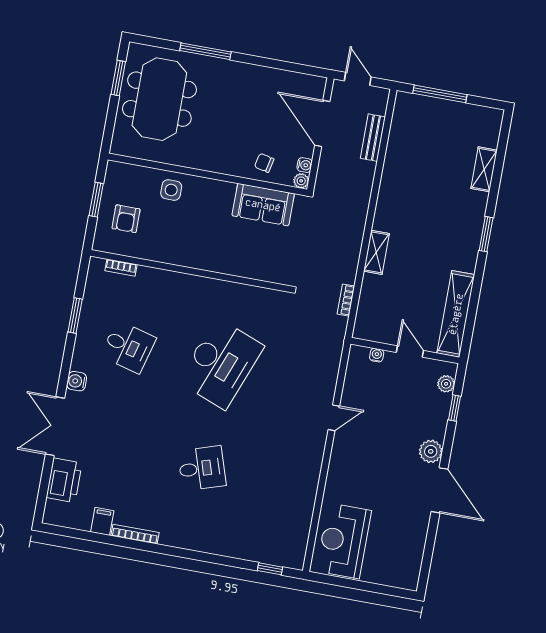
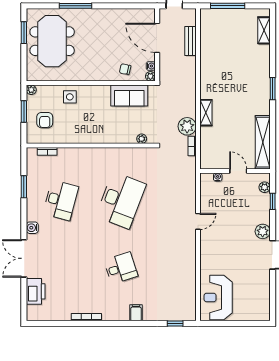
plant: (114, 168) -> (31, 90), added
shelving: (484, 169) -> (264, 30), moved
plant: (344, 268) -> (187, 126), added
plant: (270, 275) -> (142, 139), added
desk: (128, 347) -> (61, 200), width x1.37
filing cabinet: (102, 521) -> (136, 313), moved

